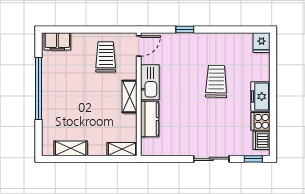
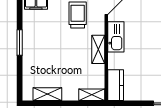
window: (38, 89) -> (20, 42), width x0.47
kitchen counter: (150, 119) -> (116, 85), moved

